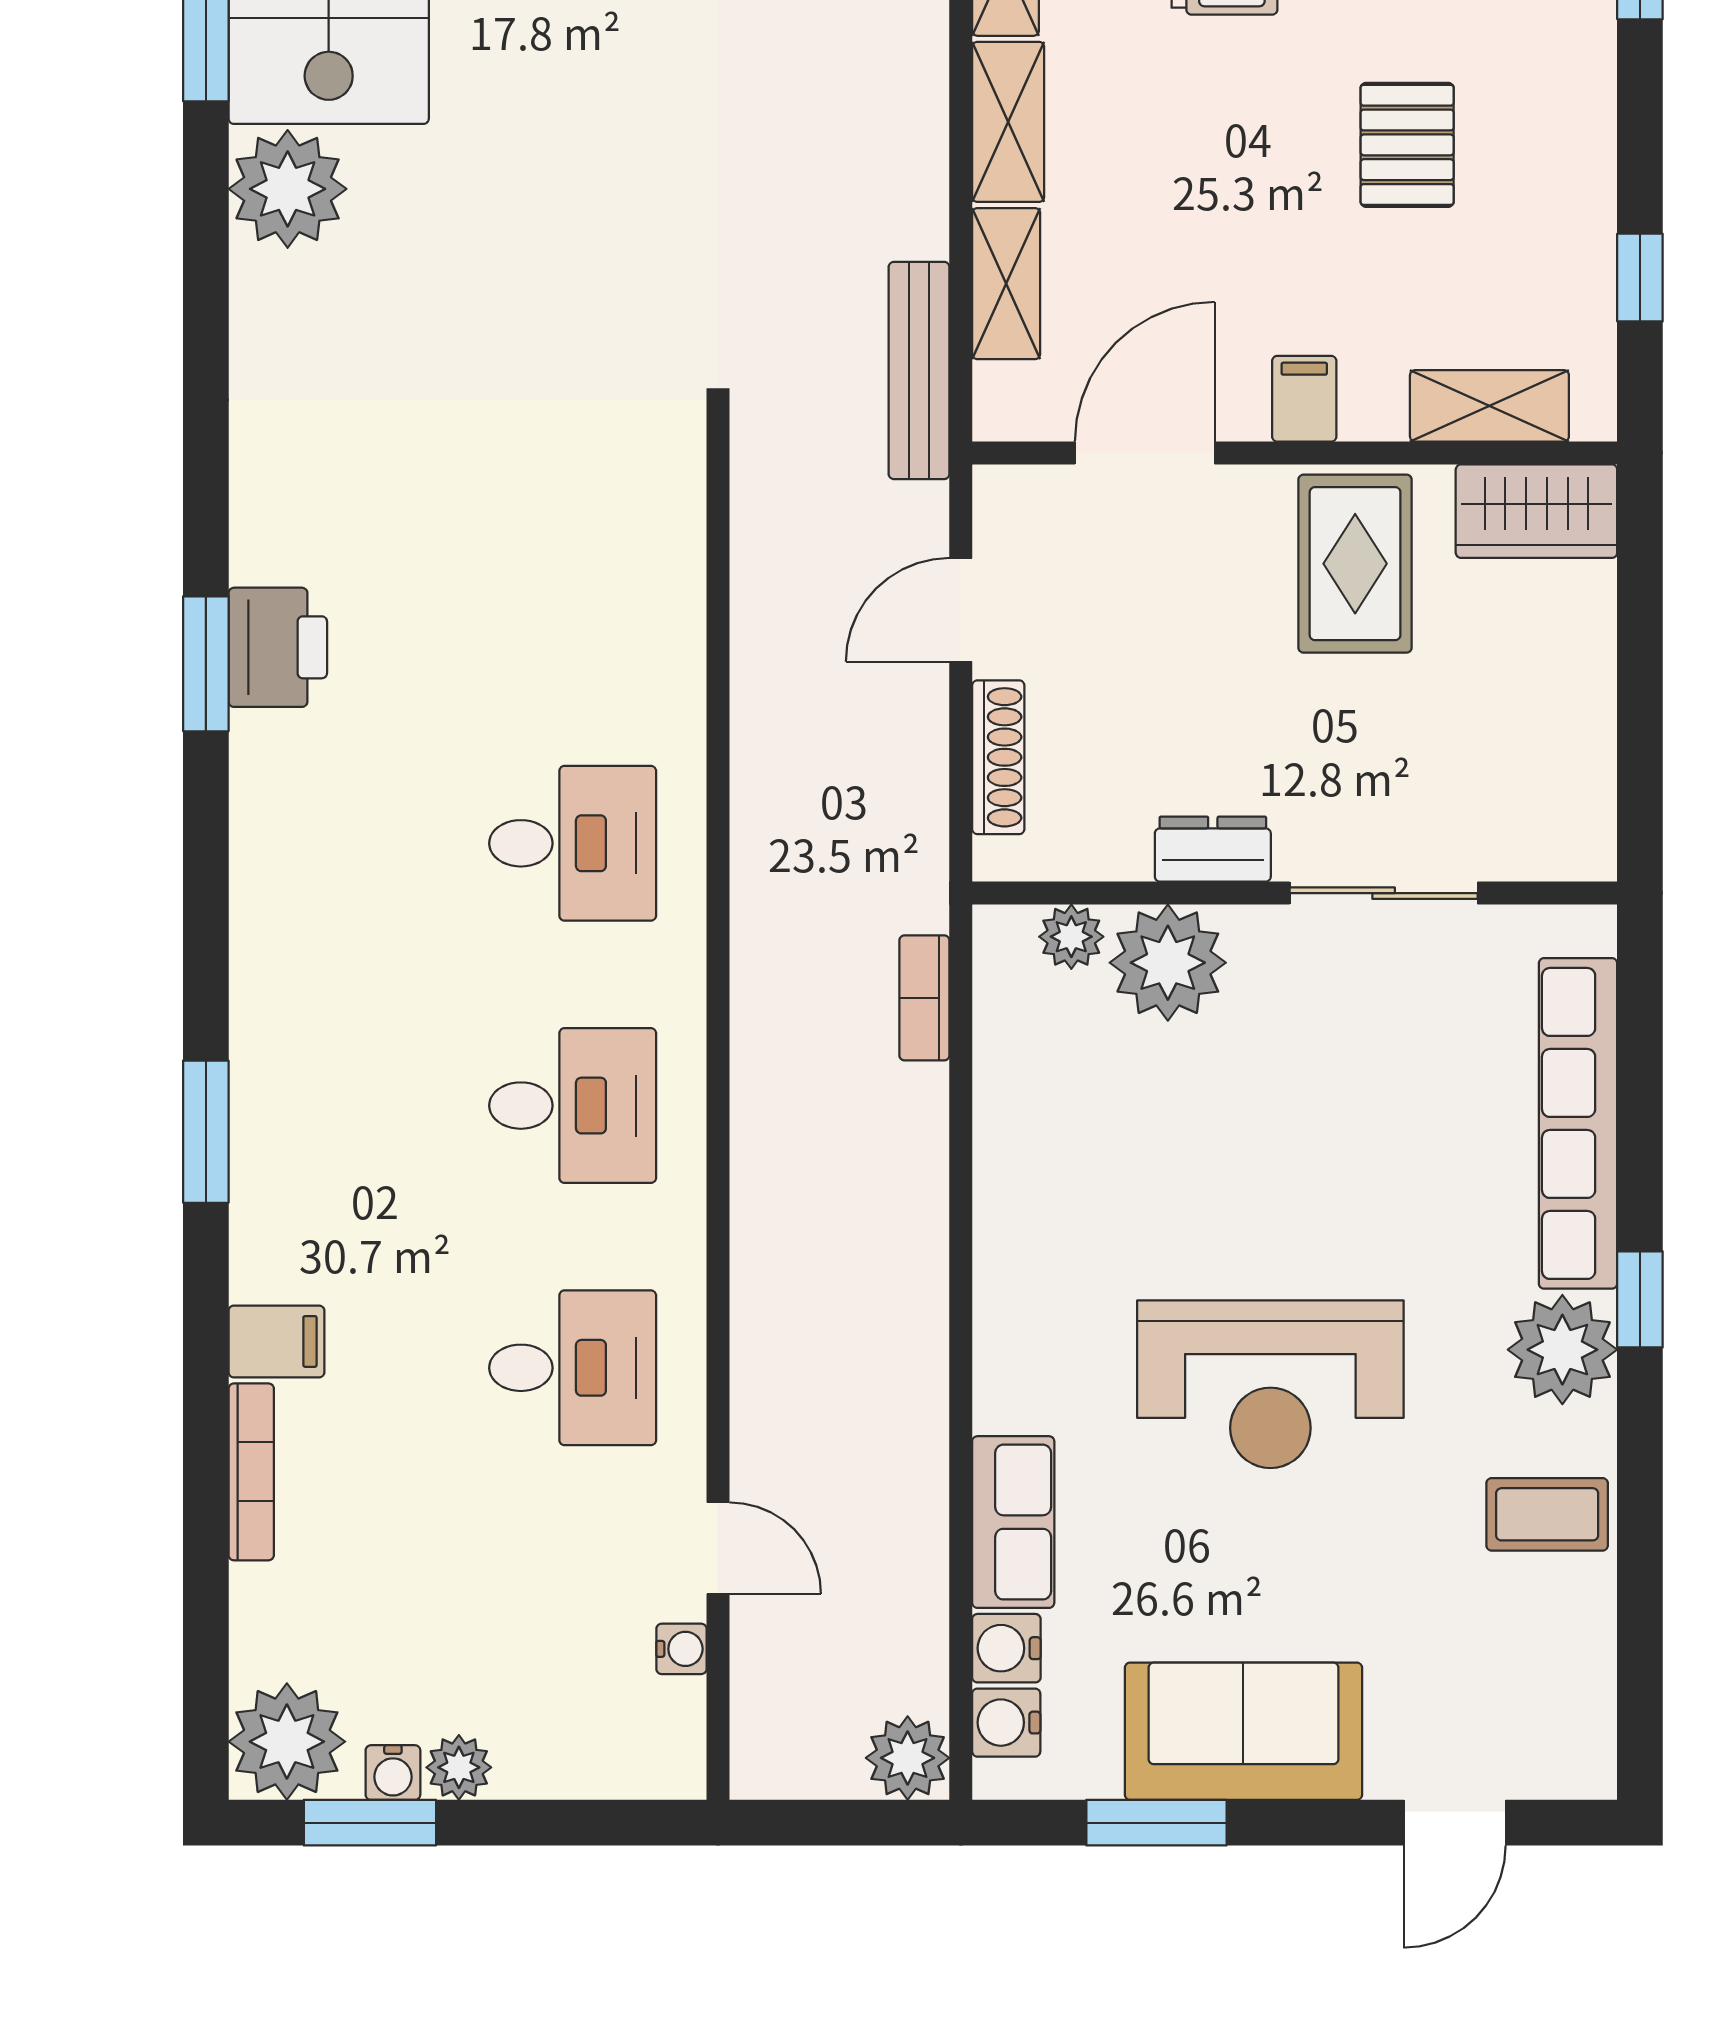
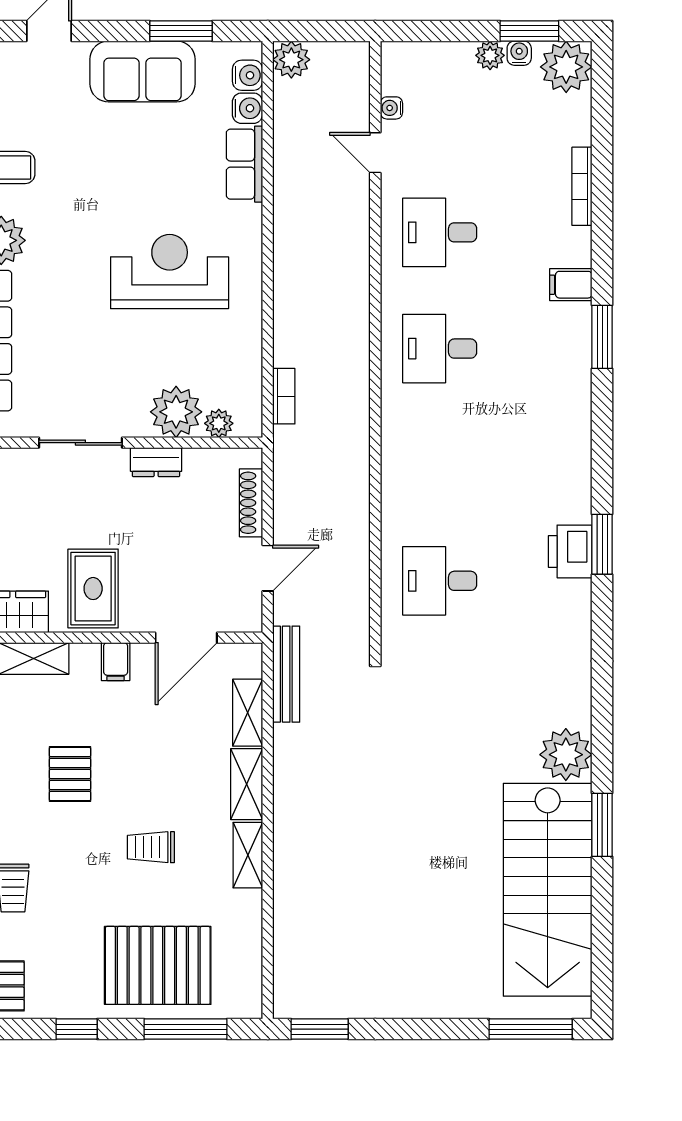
desk: (573, 843) -> (440, 581), moved
filing cabinet: (276, 1341) -> (571, 285), moved
reception desk: (1270, 1384) -> (170, 272), moved

